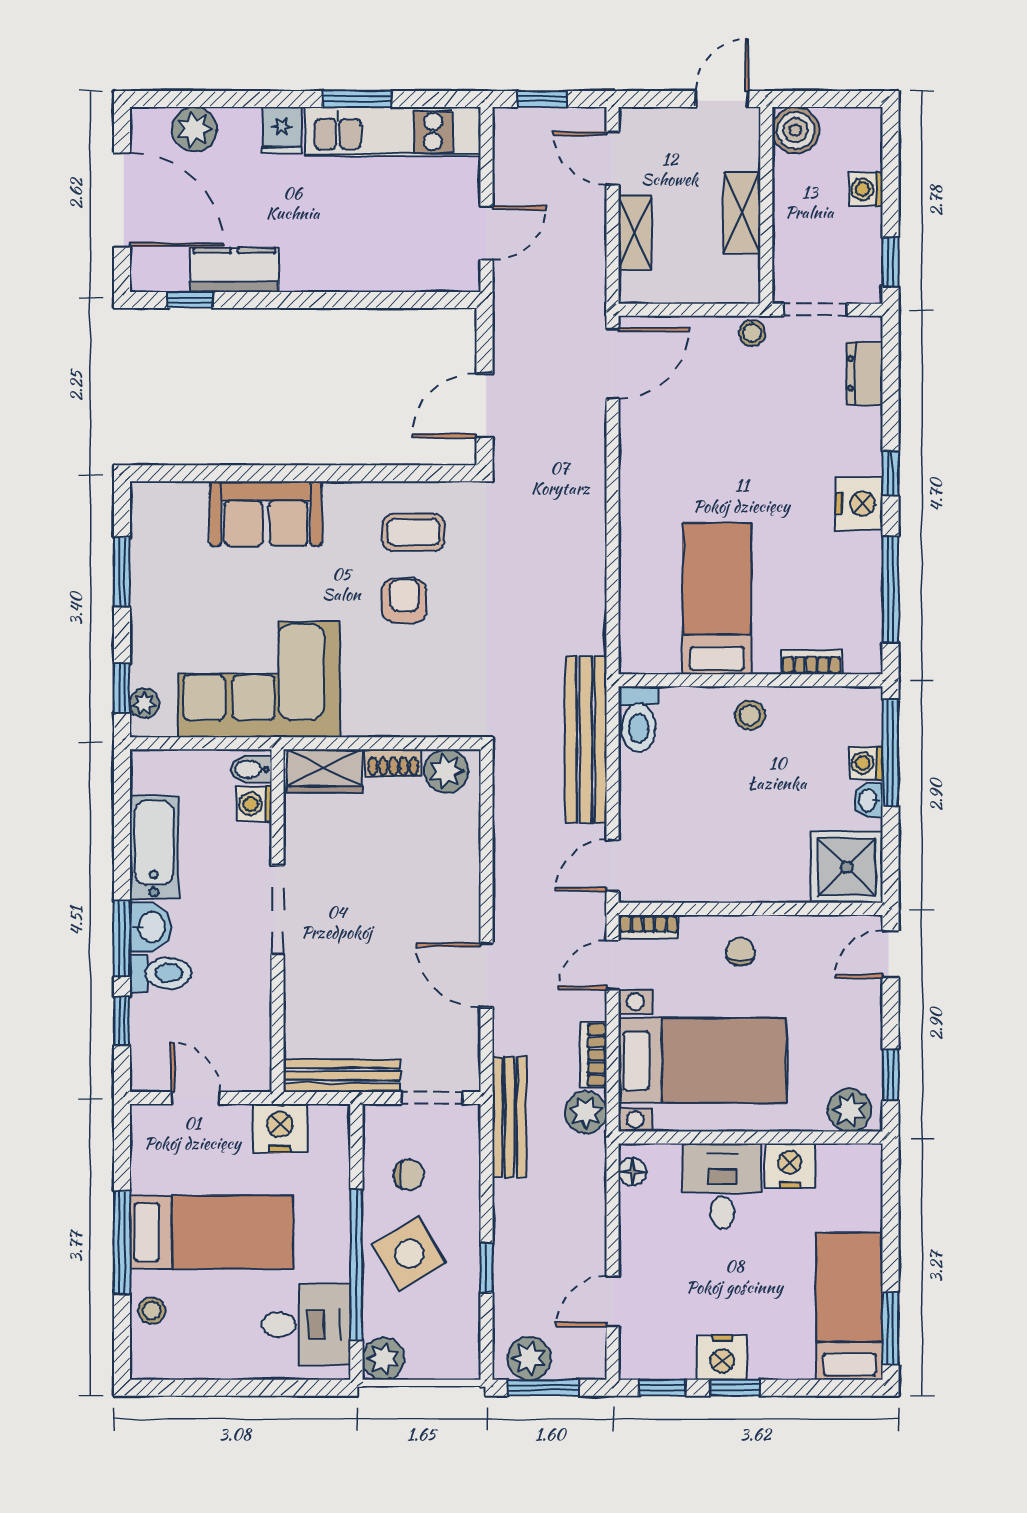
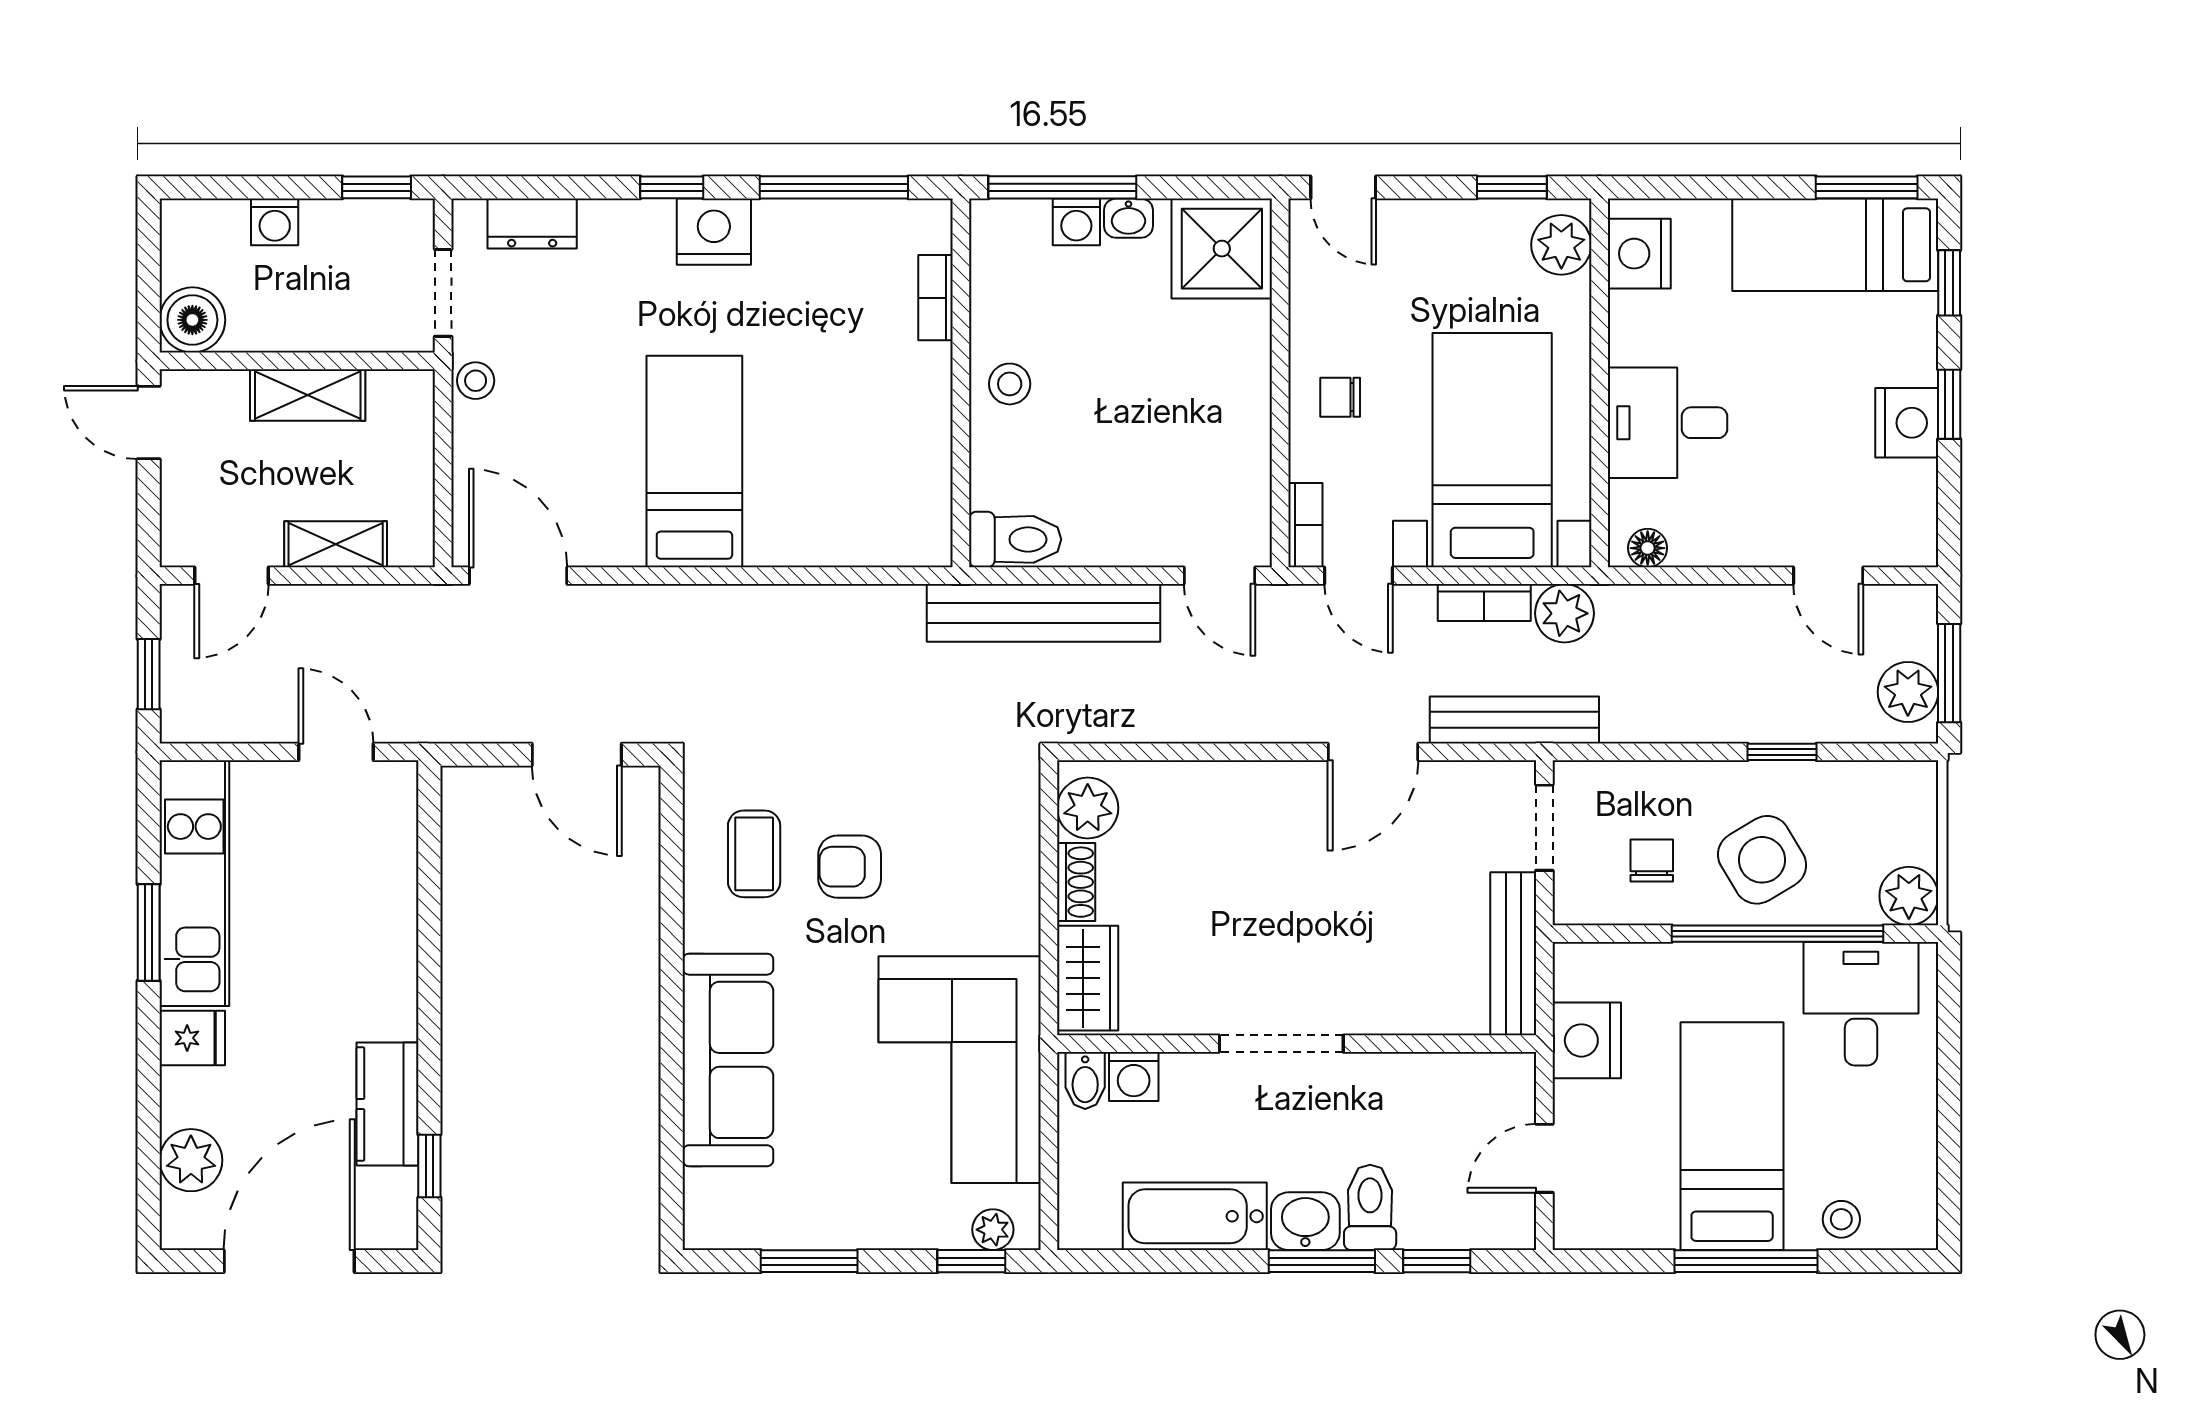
sofa: (266, 514) -> (728, 1060), width x1.36
bed: (717, 599) -> (694, 462), moved, turned 90
bench: (509, 1117) -> (1514, 720), moved
nightstand: (790, 1166) -> (1639, 254), moved
window: (662, 1388) -> (1949, 283), moved

